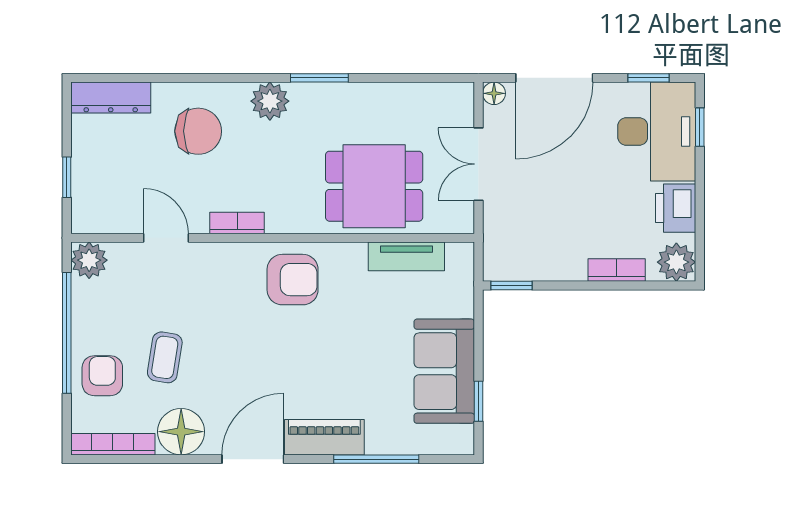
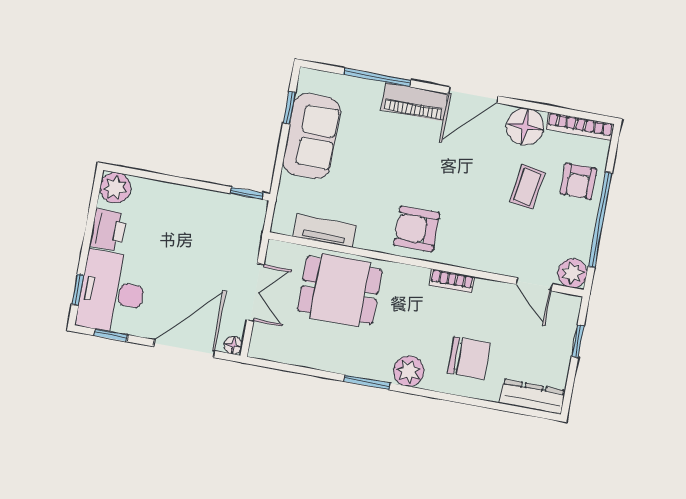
chair: (198, 131) -> (469, 358), turned 180
door: (166, 238) -> (534, 284), moved
bookcase: (617, 270) -> (163, 190), removed

